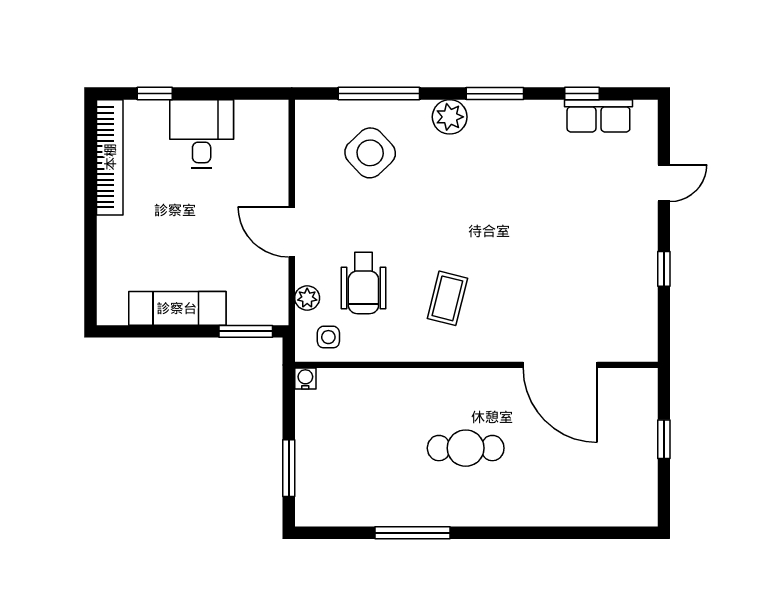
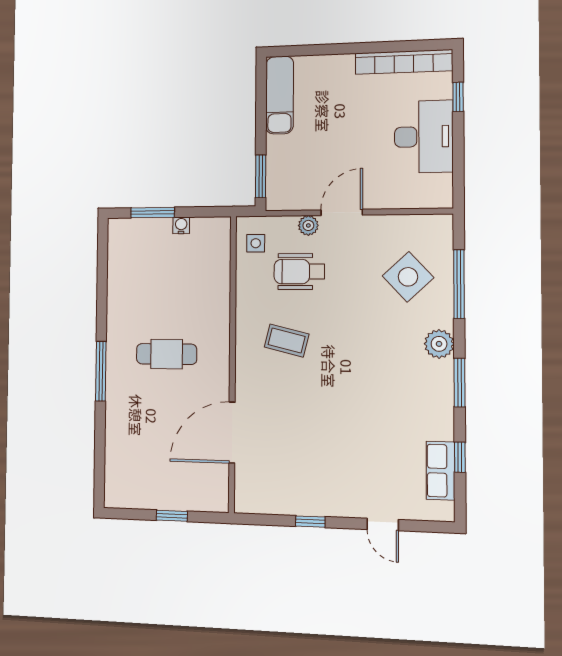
desk: (202, 134) -> (424, 137), width x1.37
plant: (307, 298) -> (308, 225), moved
exam couch: (177, 308) -> (280, 95), moved
water cooler: (305, 379) -> (181, 225), moved, turned -90
cafe table: (466, 448) -> (167, 354), turned 90
window: (412, 533) -> (101, 371), moved

